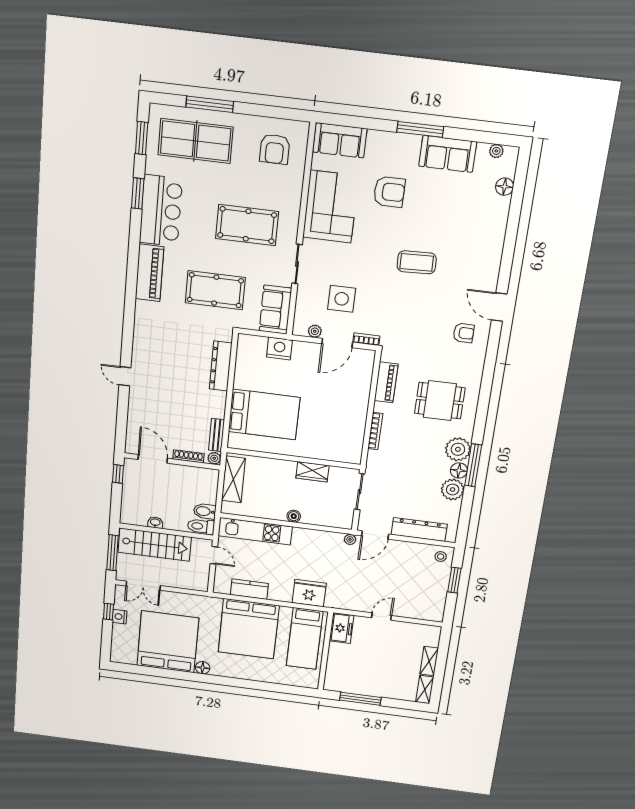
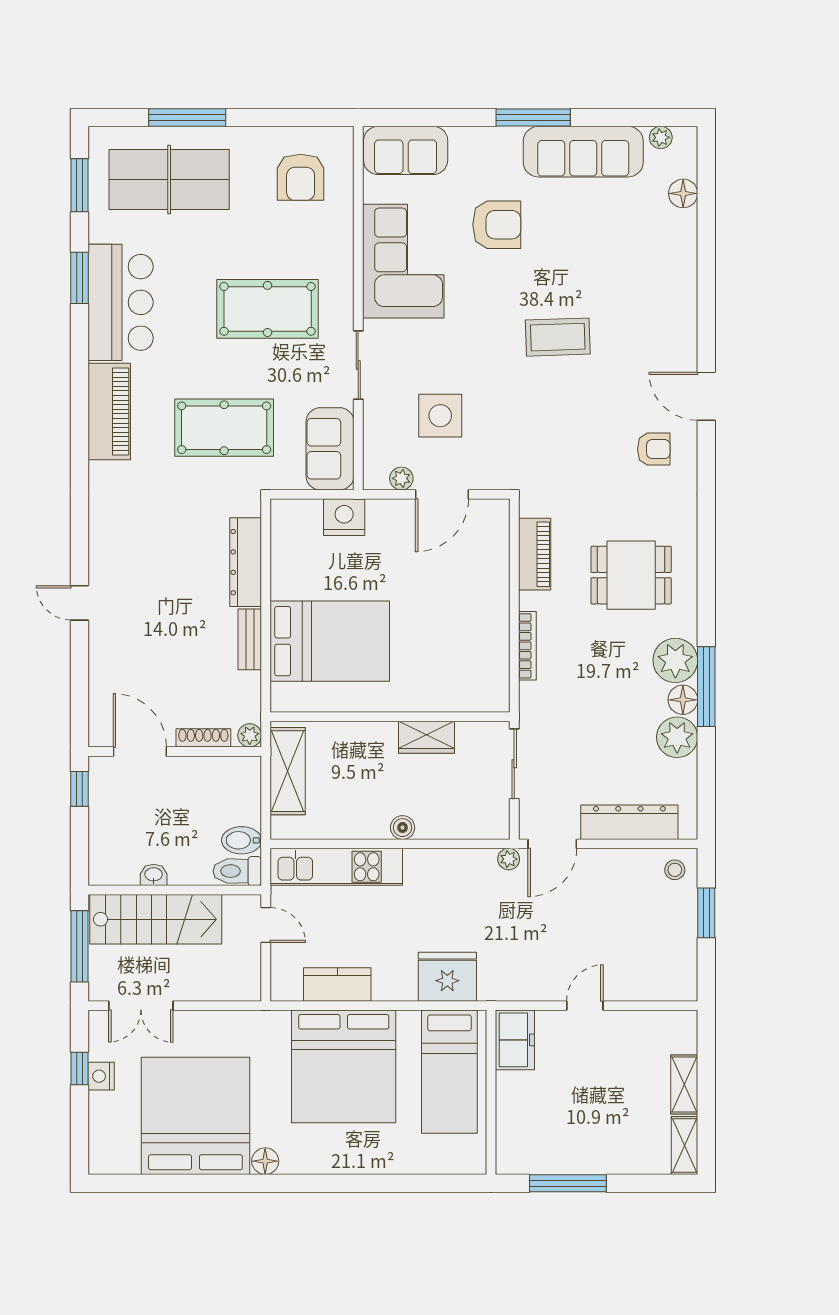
sofa: (448, 154) -> (583, 152), width x1.36
bookcase: (366, 339) -> (491, 481), removed
bench: (217, 435) -> (250, 639), moved

